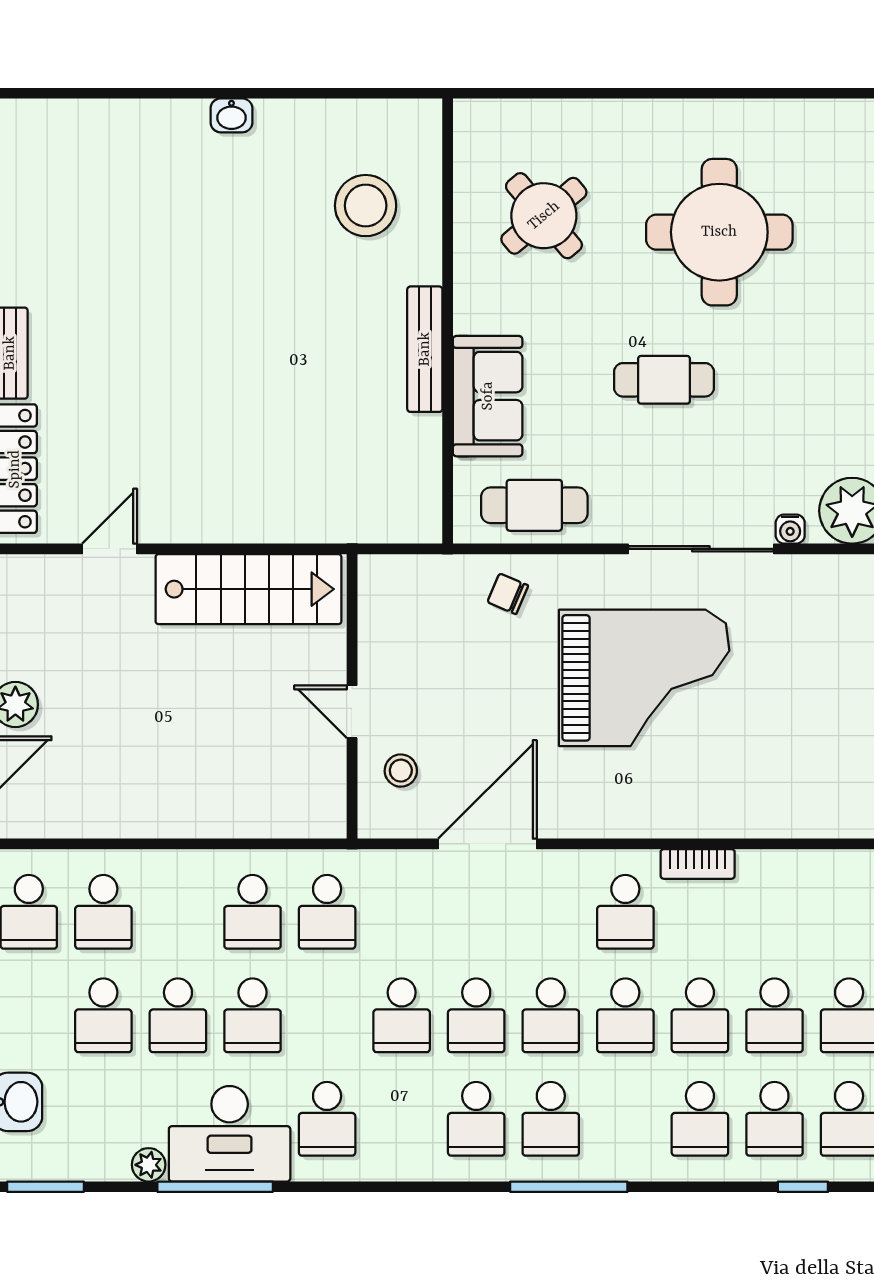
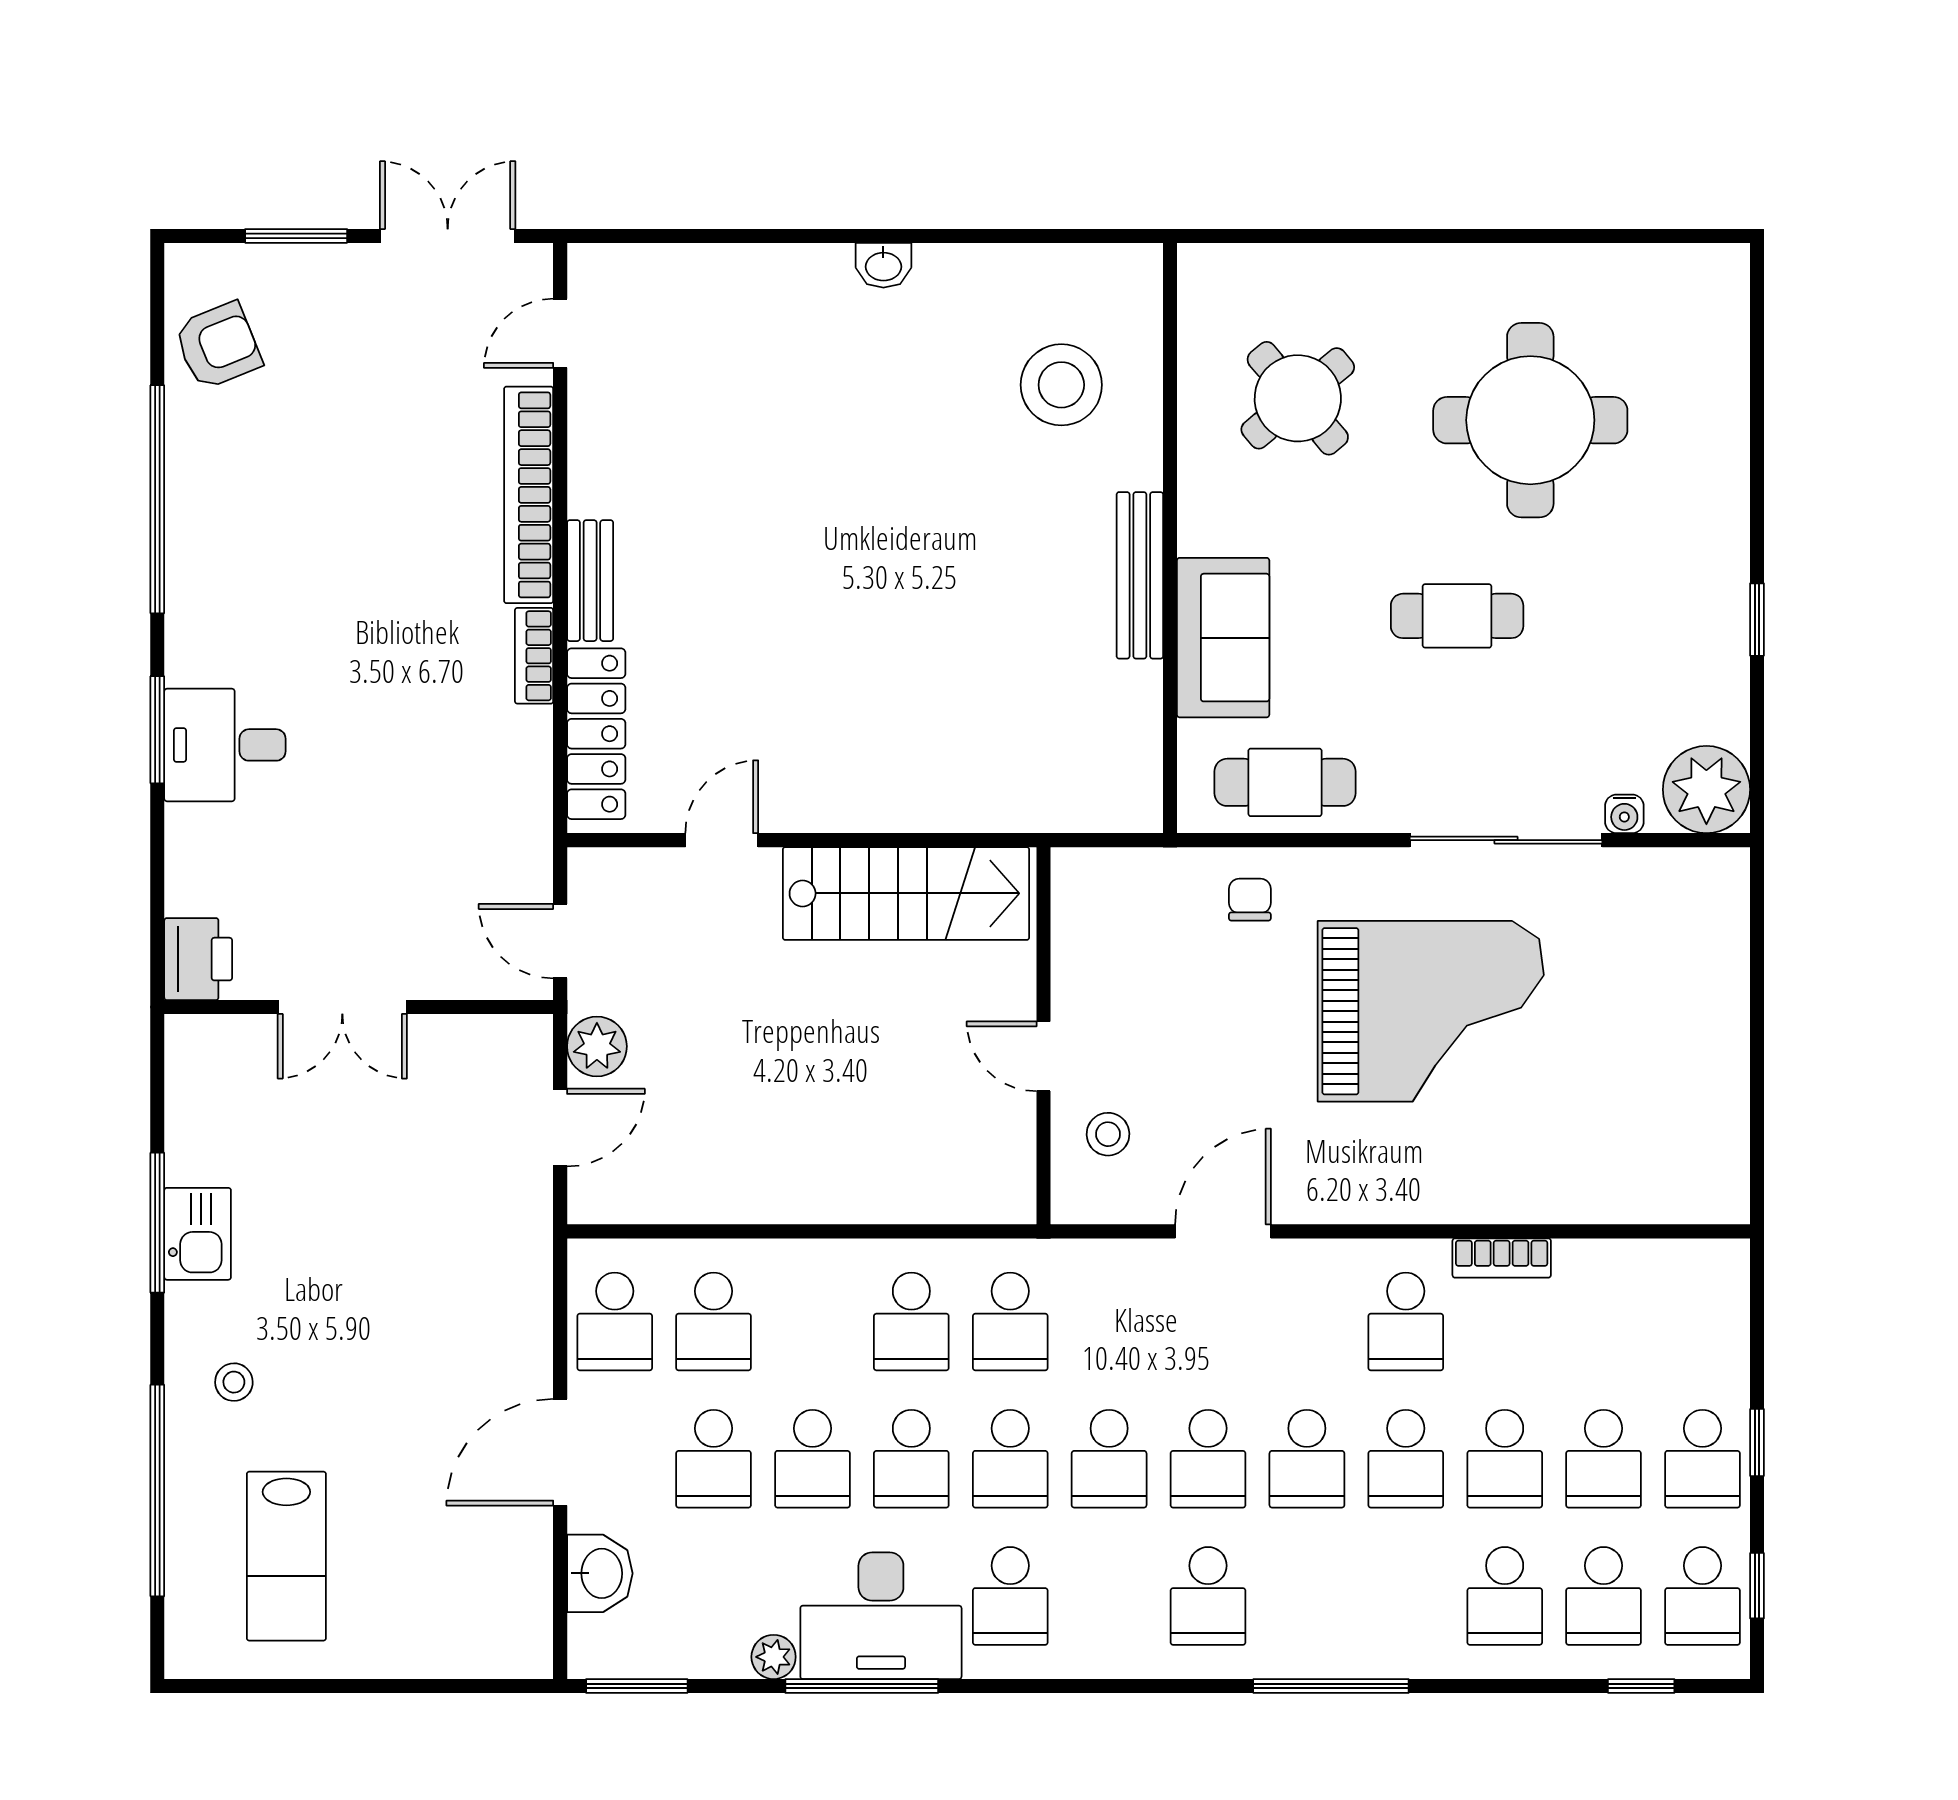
chair: (508, 594) -> (1250, 900), turned 67
door: (487, 844) -> (1223, 1231), width x0.73
school desk: (551, 1119) -> (1010, 1459), moved

